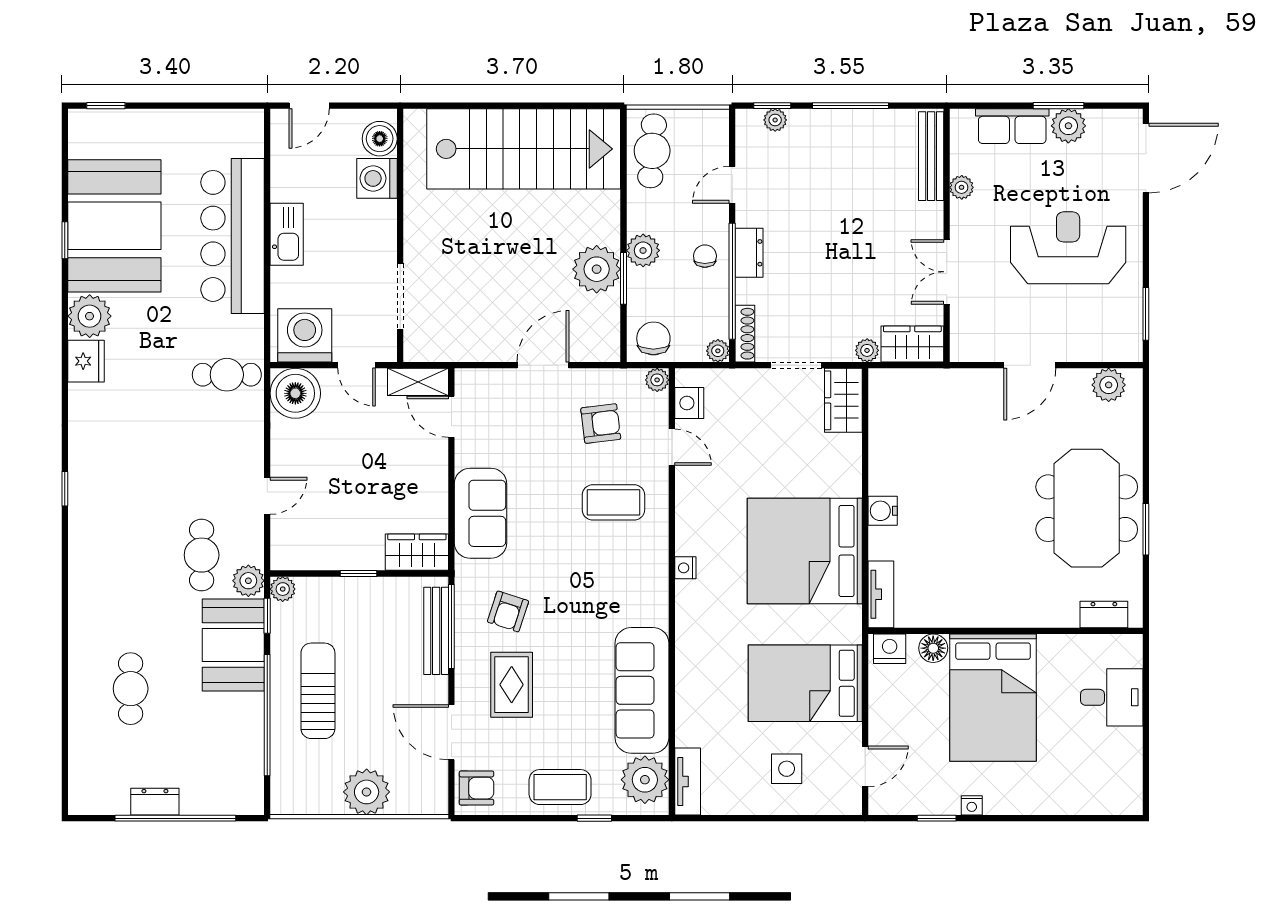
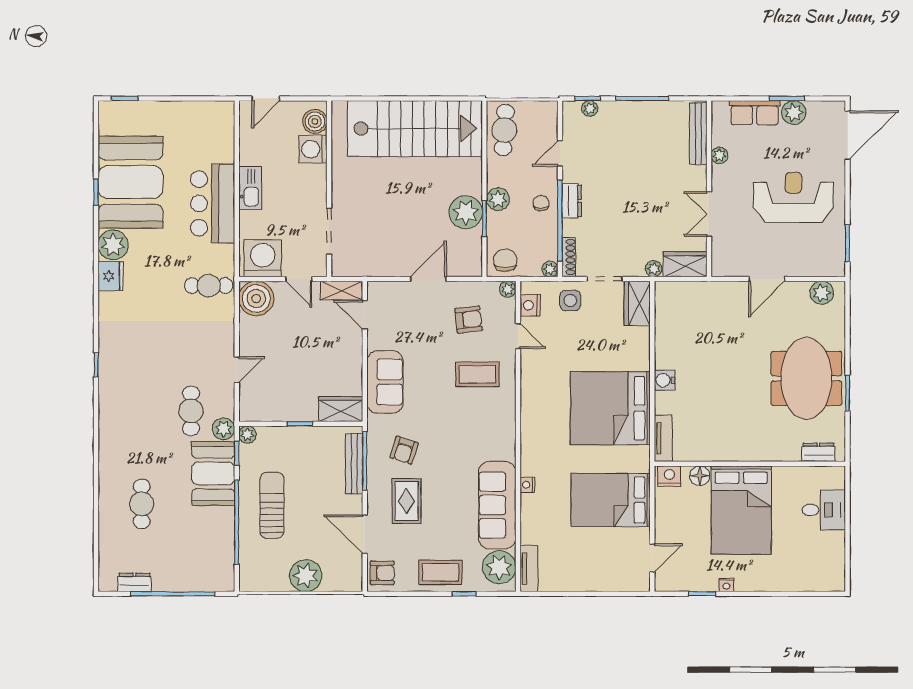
bar counter: (233, 236) -> (213, 204), width x0.73
nightstand: (685, 568) -> (527, 485), moved
side table: (787, 769) -> (570, 300), moved
dresser: (155, 802) -> (134, 582), moved

